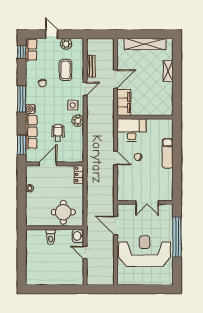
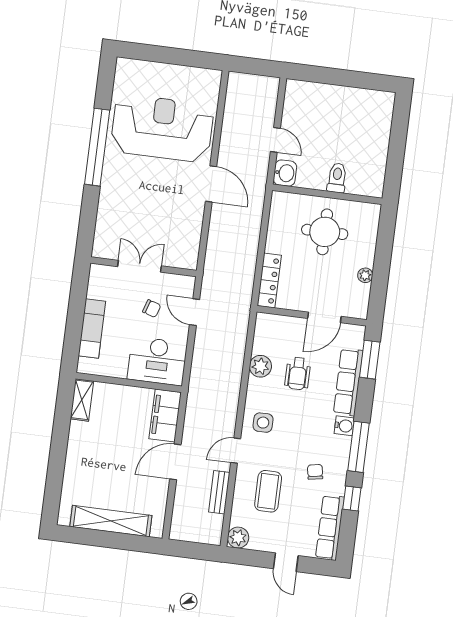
plant: (66, 44) -> (238, 538), moved
row of seats: (31, 50) -> (330, 528), width x1.48
window: (22, 52) -> (352, 499), moved
shelving: (168, 71) -> (82, 400), moved
plant: (78, 121) -> (260, 366), moved
exam couch: (168, 153) -> (92, 329), moved
locker: (79, 174) -> (269, 280), width x1.53
wall: (145, 202) -> (144, 267), moved
double door: (147, 202) -> (140, 266), moved
round table: (63, 212) -> (325, 232), moved
reception desk: (145, 251) -> (162, 128), turned 180

